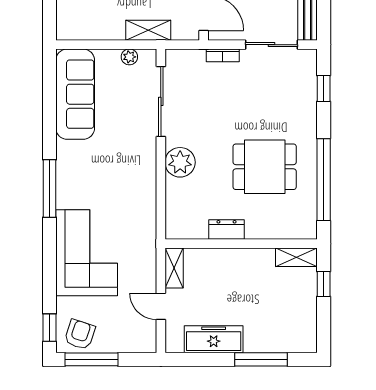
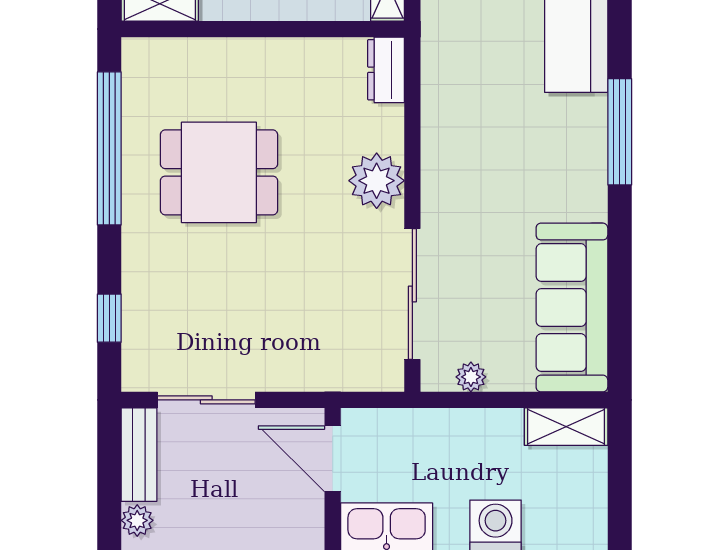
shelving: (148, 30) -> (566, 427), moved
bookcase: (223, 55) -> (297, 380), removed
dresser: (227, 230) -> (386, 70), moved, turned 90

